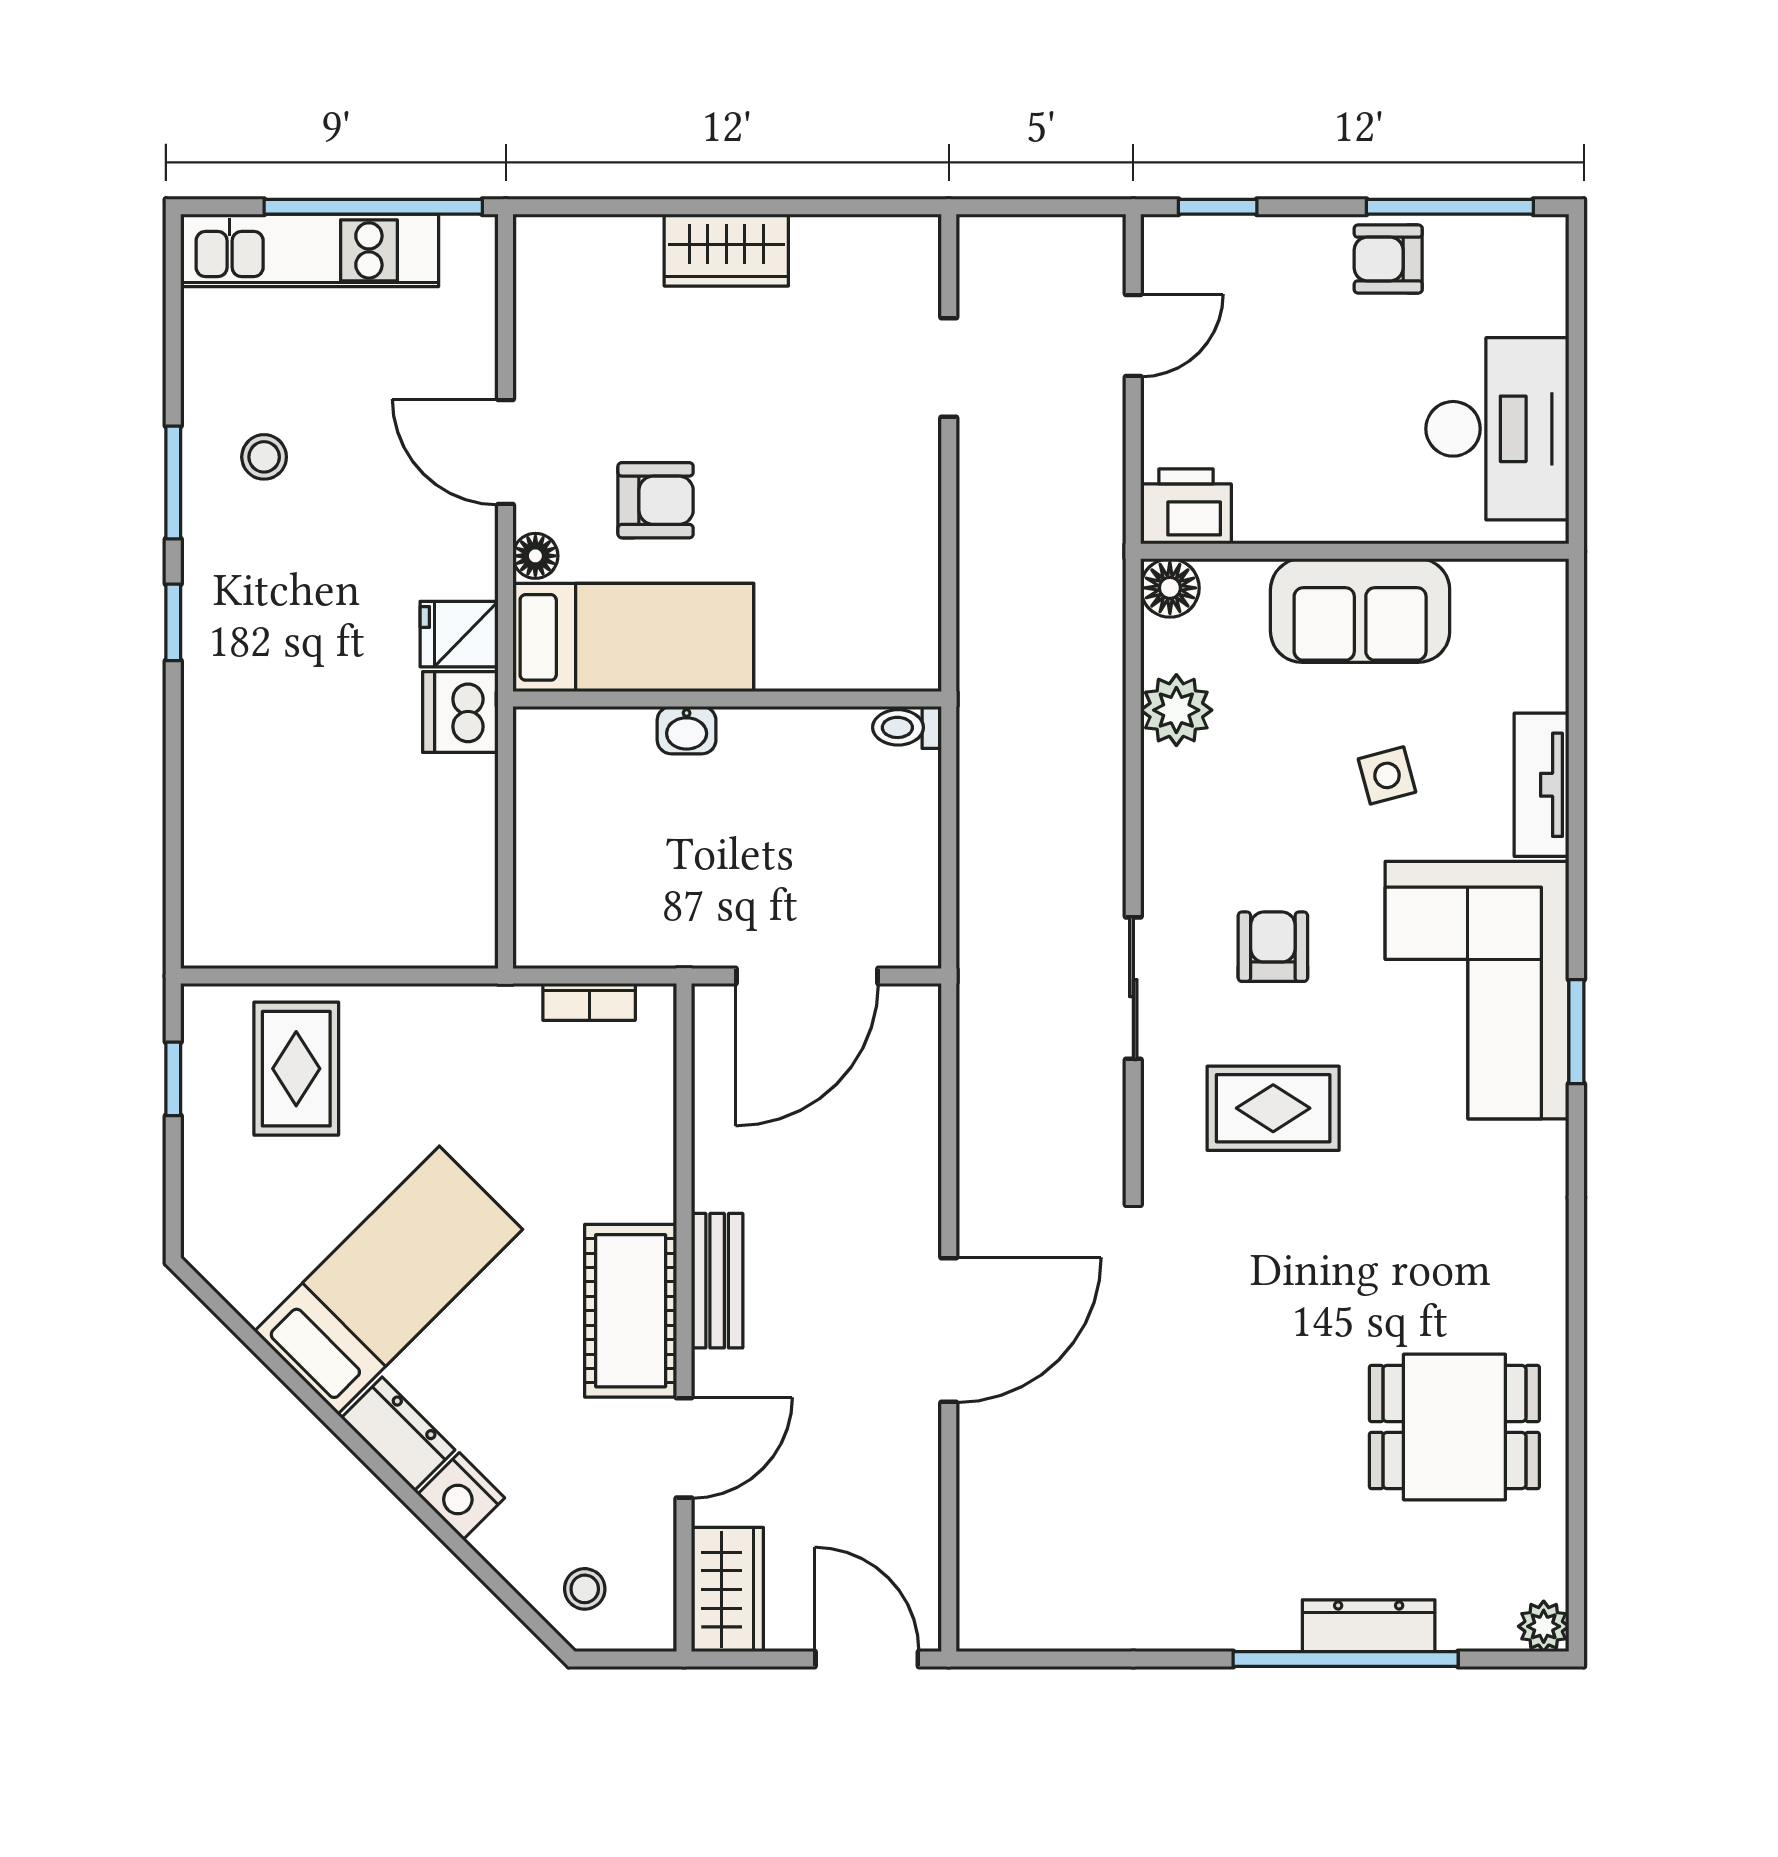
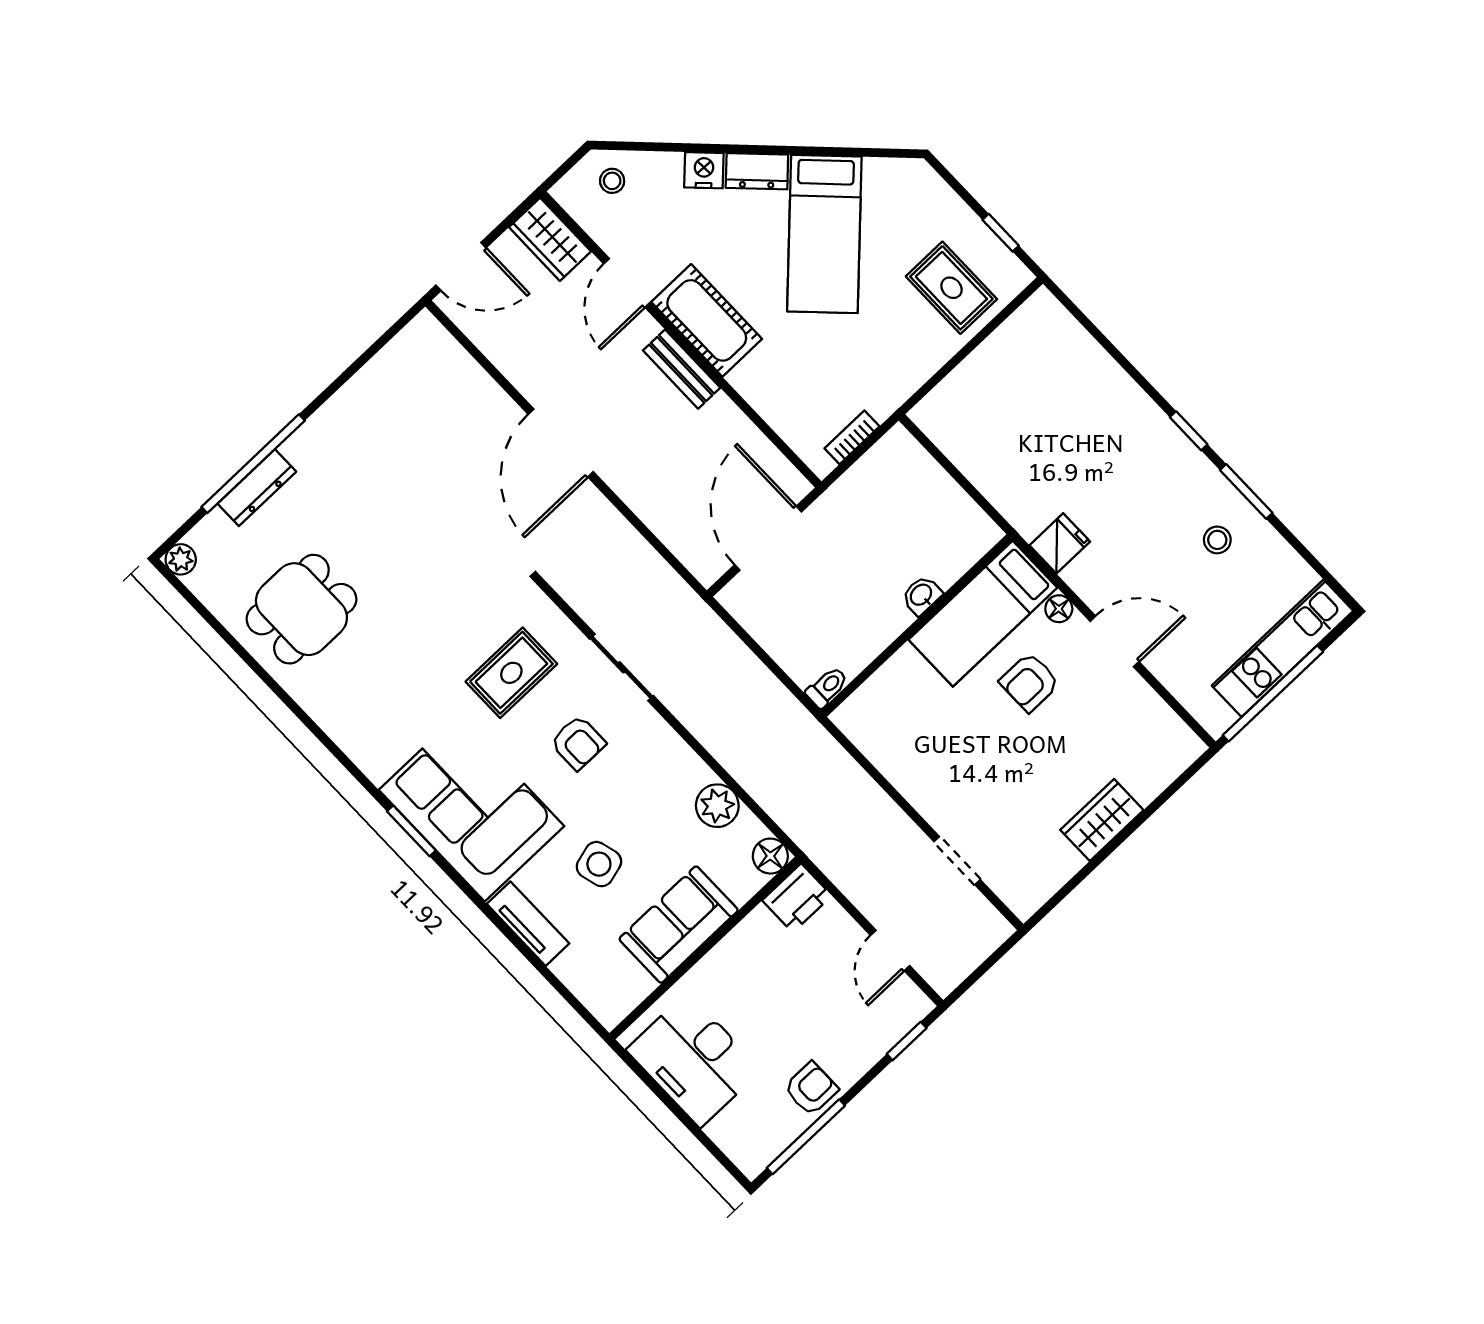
dishwasher: (460, 712) -> (1027, 510), removed
side table: (1387, 775) -> (599, 864), width x1.37, depth x1.37

